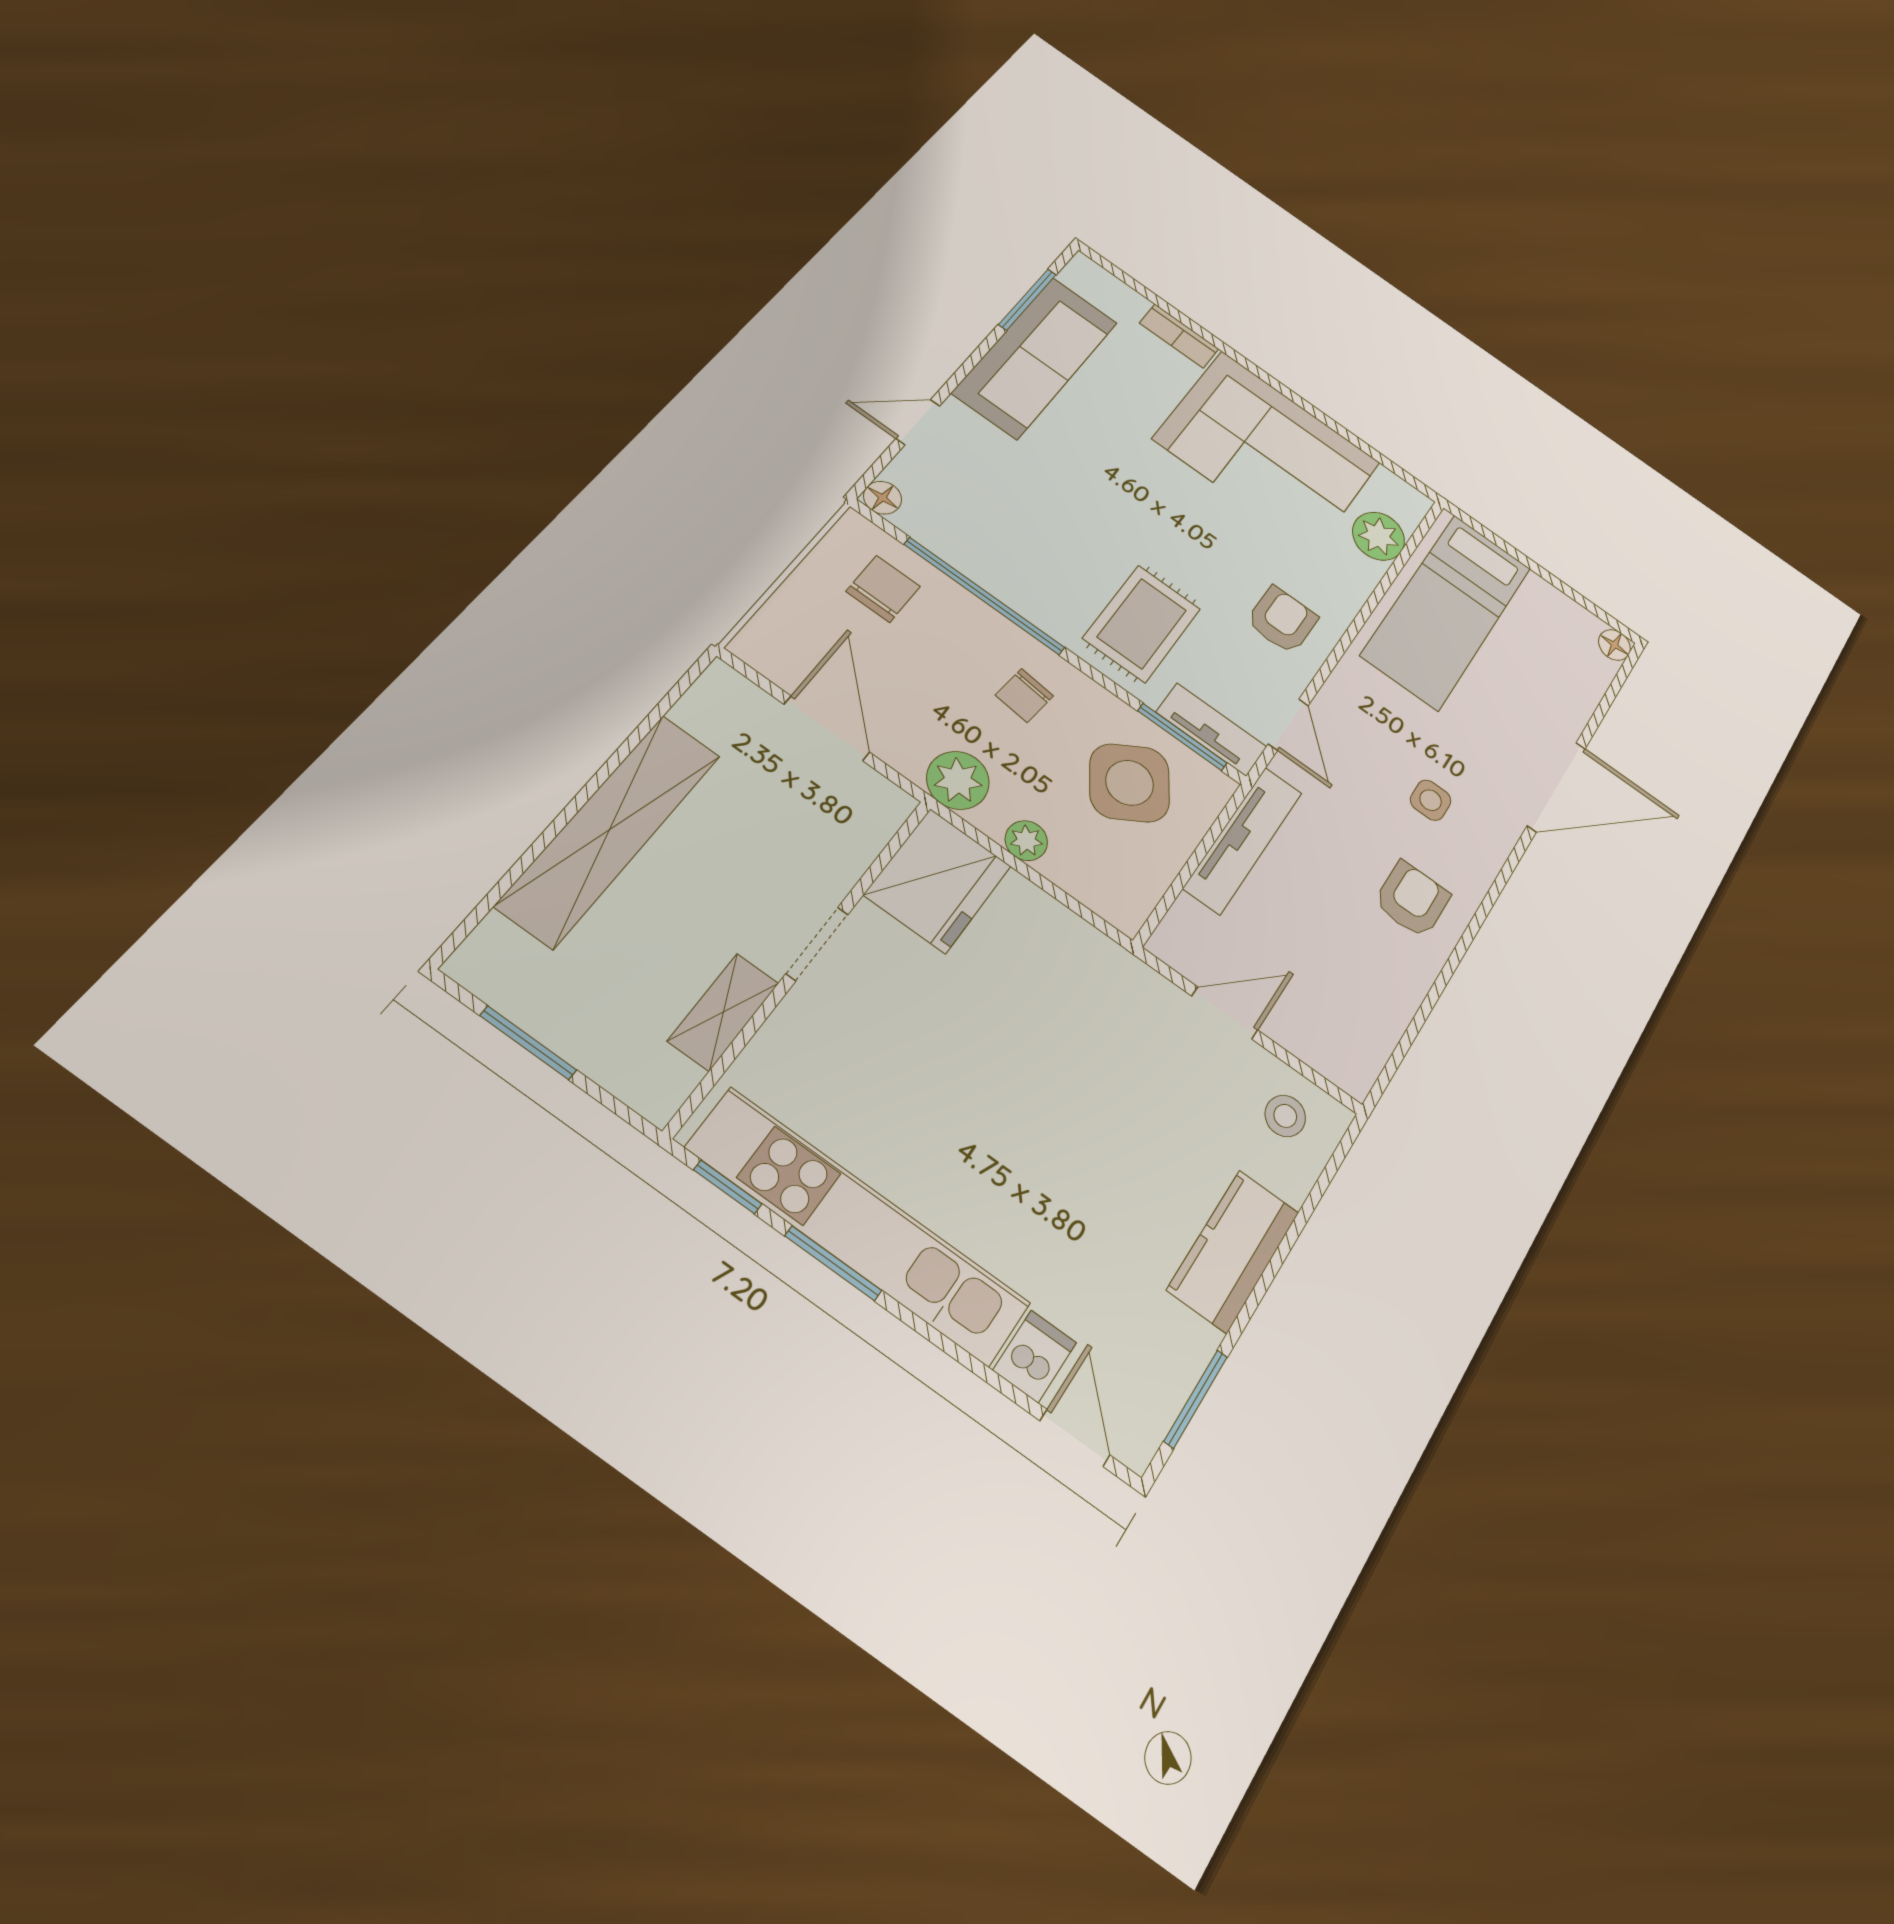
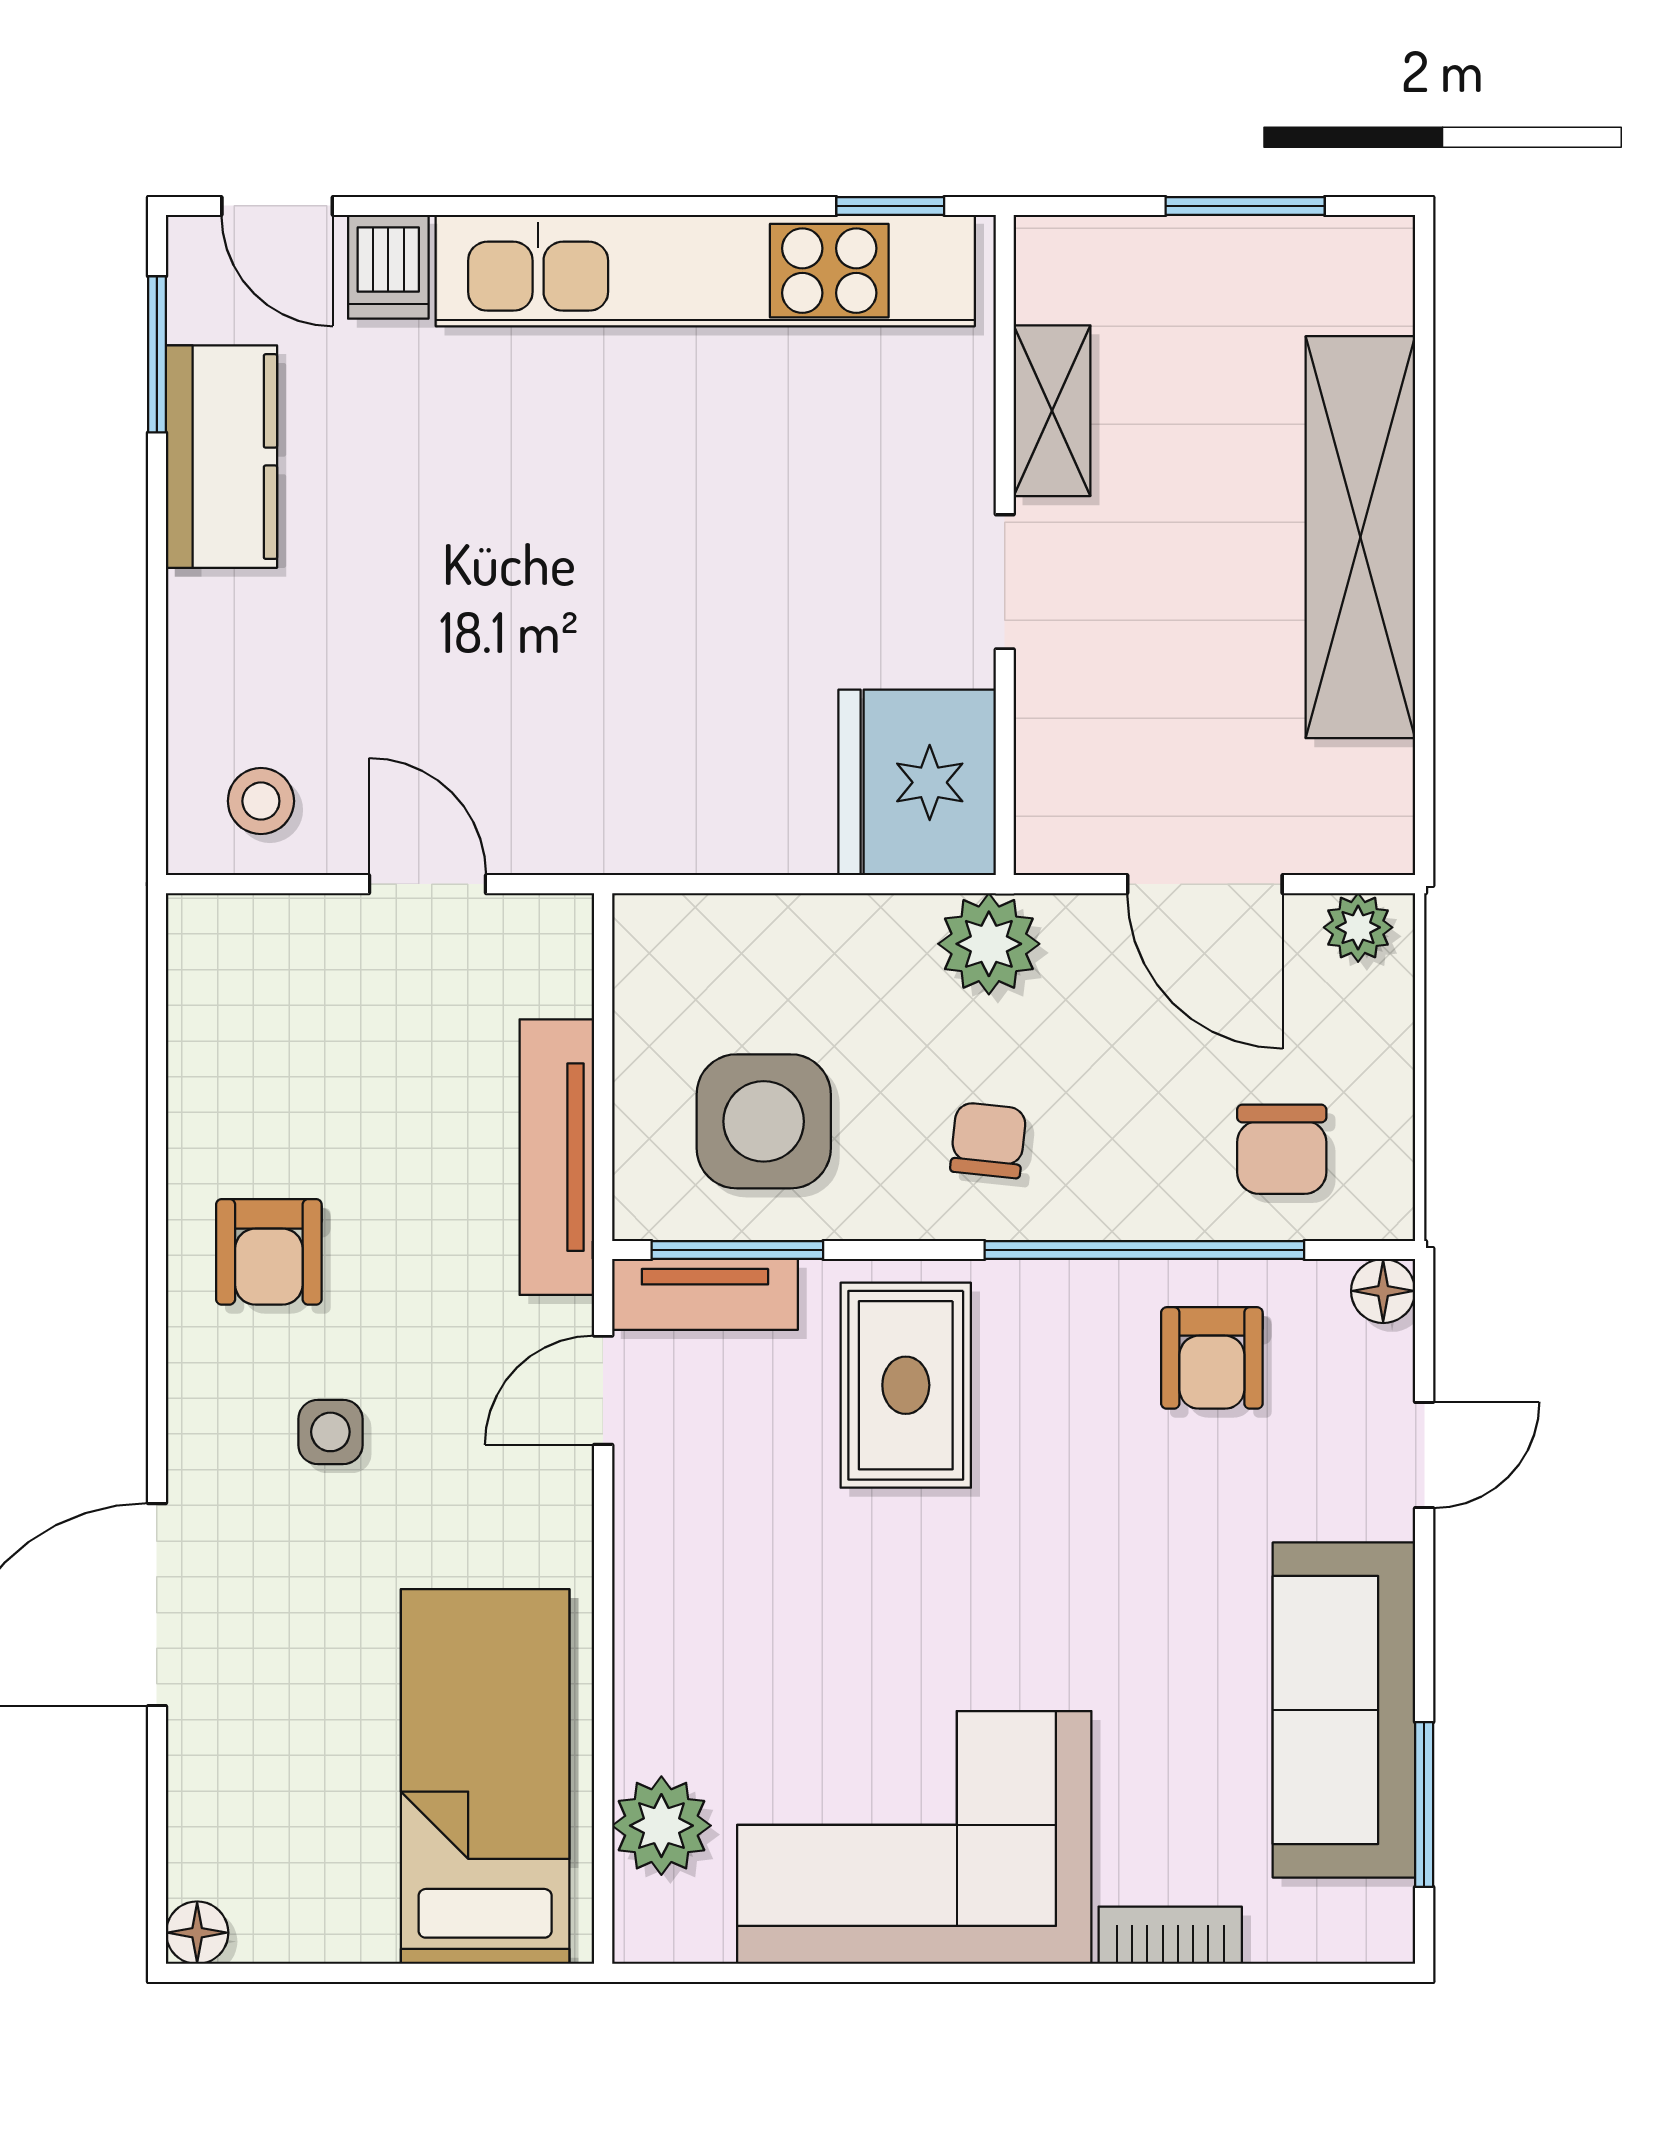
armchair: (1282, 620) -> (1212, 1358), moved
door: (1288, 725) -> (603, 1390), hinge flipped
side table: (1130, 783) -> (764, 1121), turned 33
plant: (1026, 841) -> (1358, 927), moved
door: (1225, 1013) -> (428, 884), swing flipped
kitchen counter: (1233, 1251) -> (221, 457), moved
window: (833, 1263) -> (703, 206), removed

